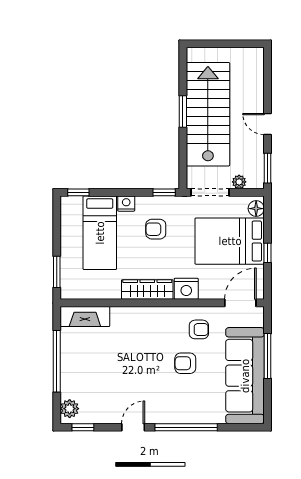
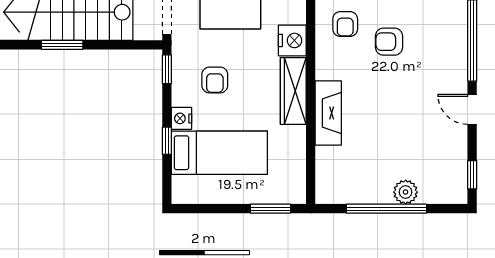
window: (78, 192) -> (167, 141), moved
fireplace: (85, 316) -> (328, 113), moved
armchair: (199, 329) -> (345, 24), turned 180
armchair: (185, 363) -> (389, 42), turned 90
plant: (70, 409) -> (406, 192), moved

